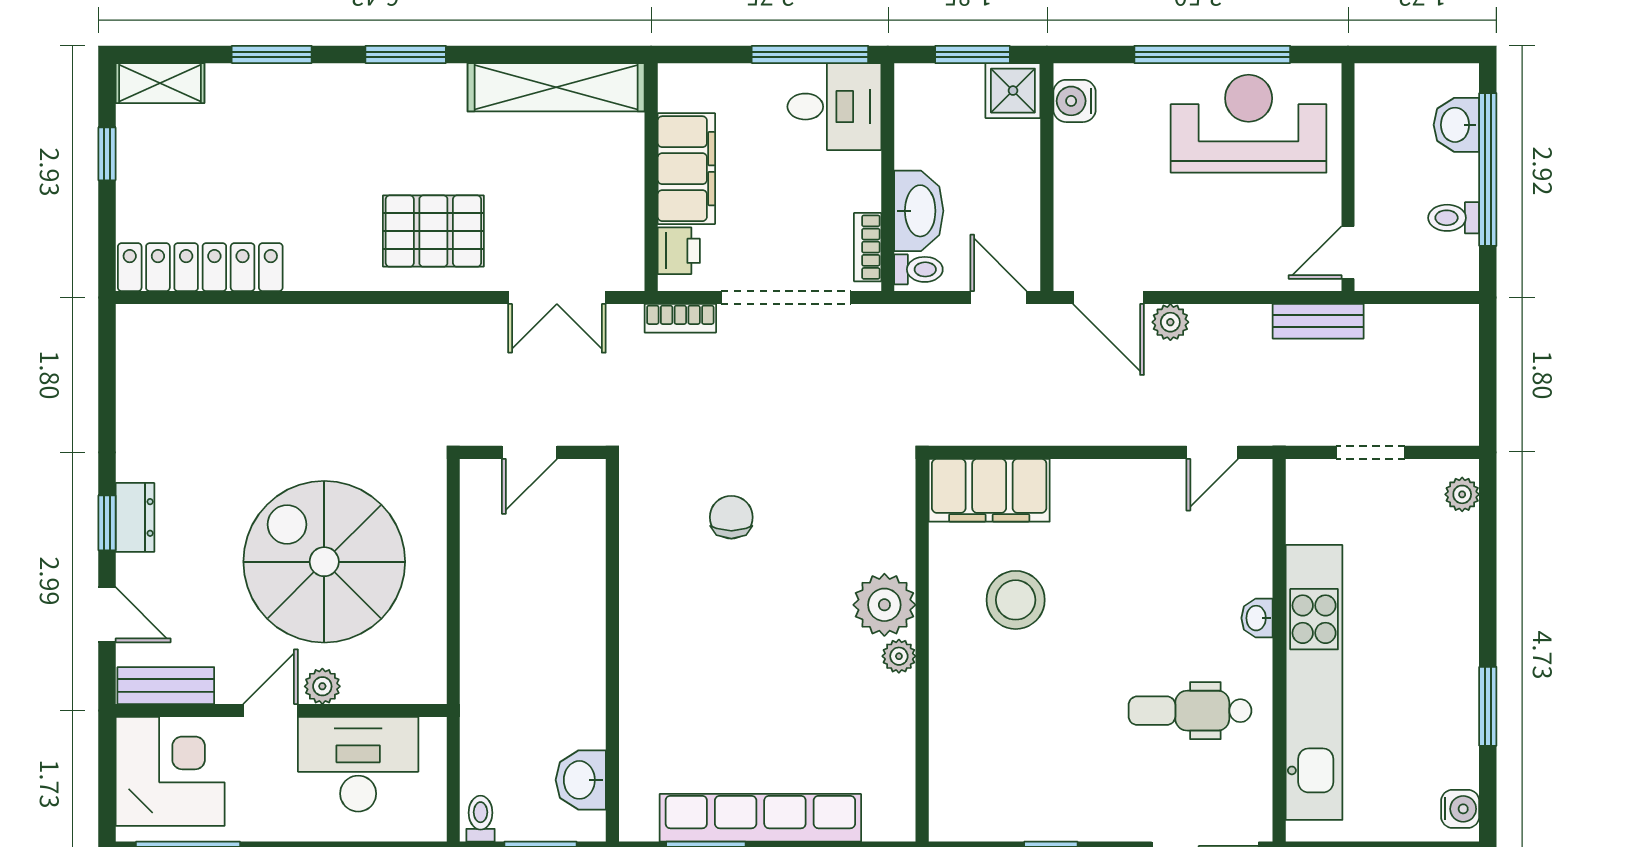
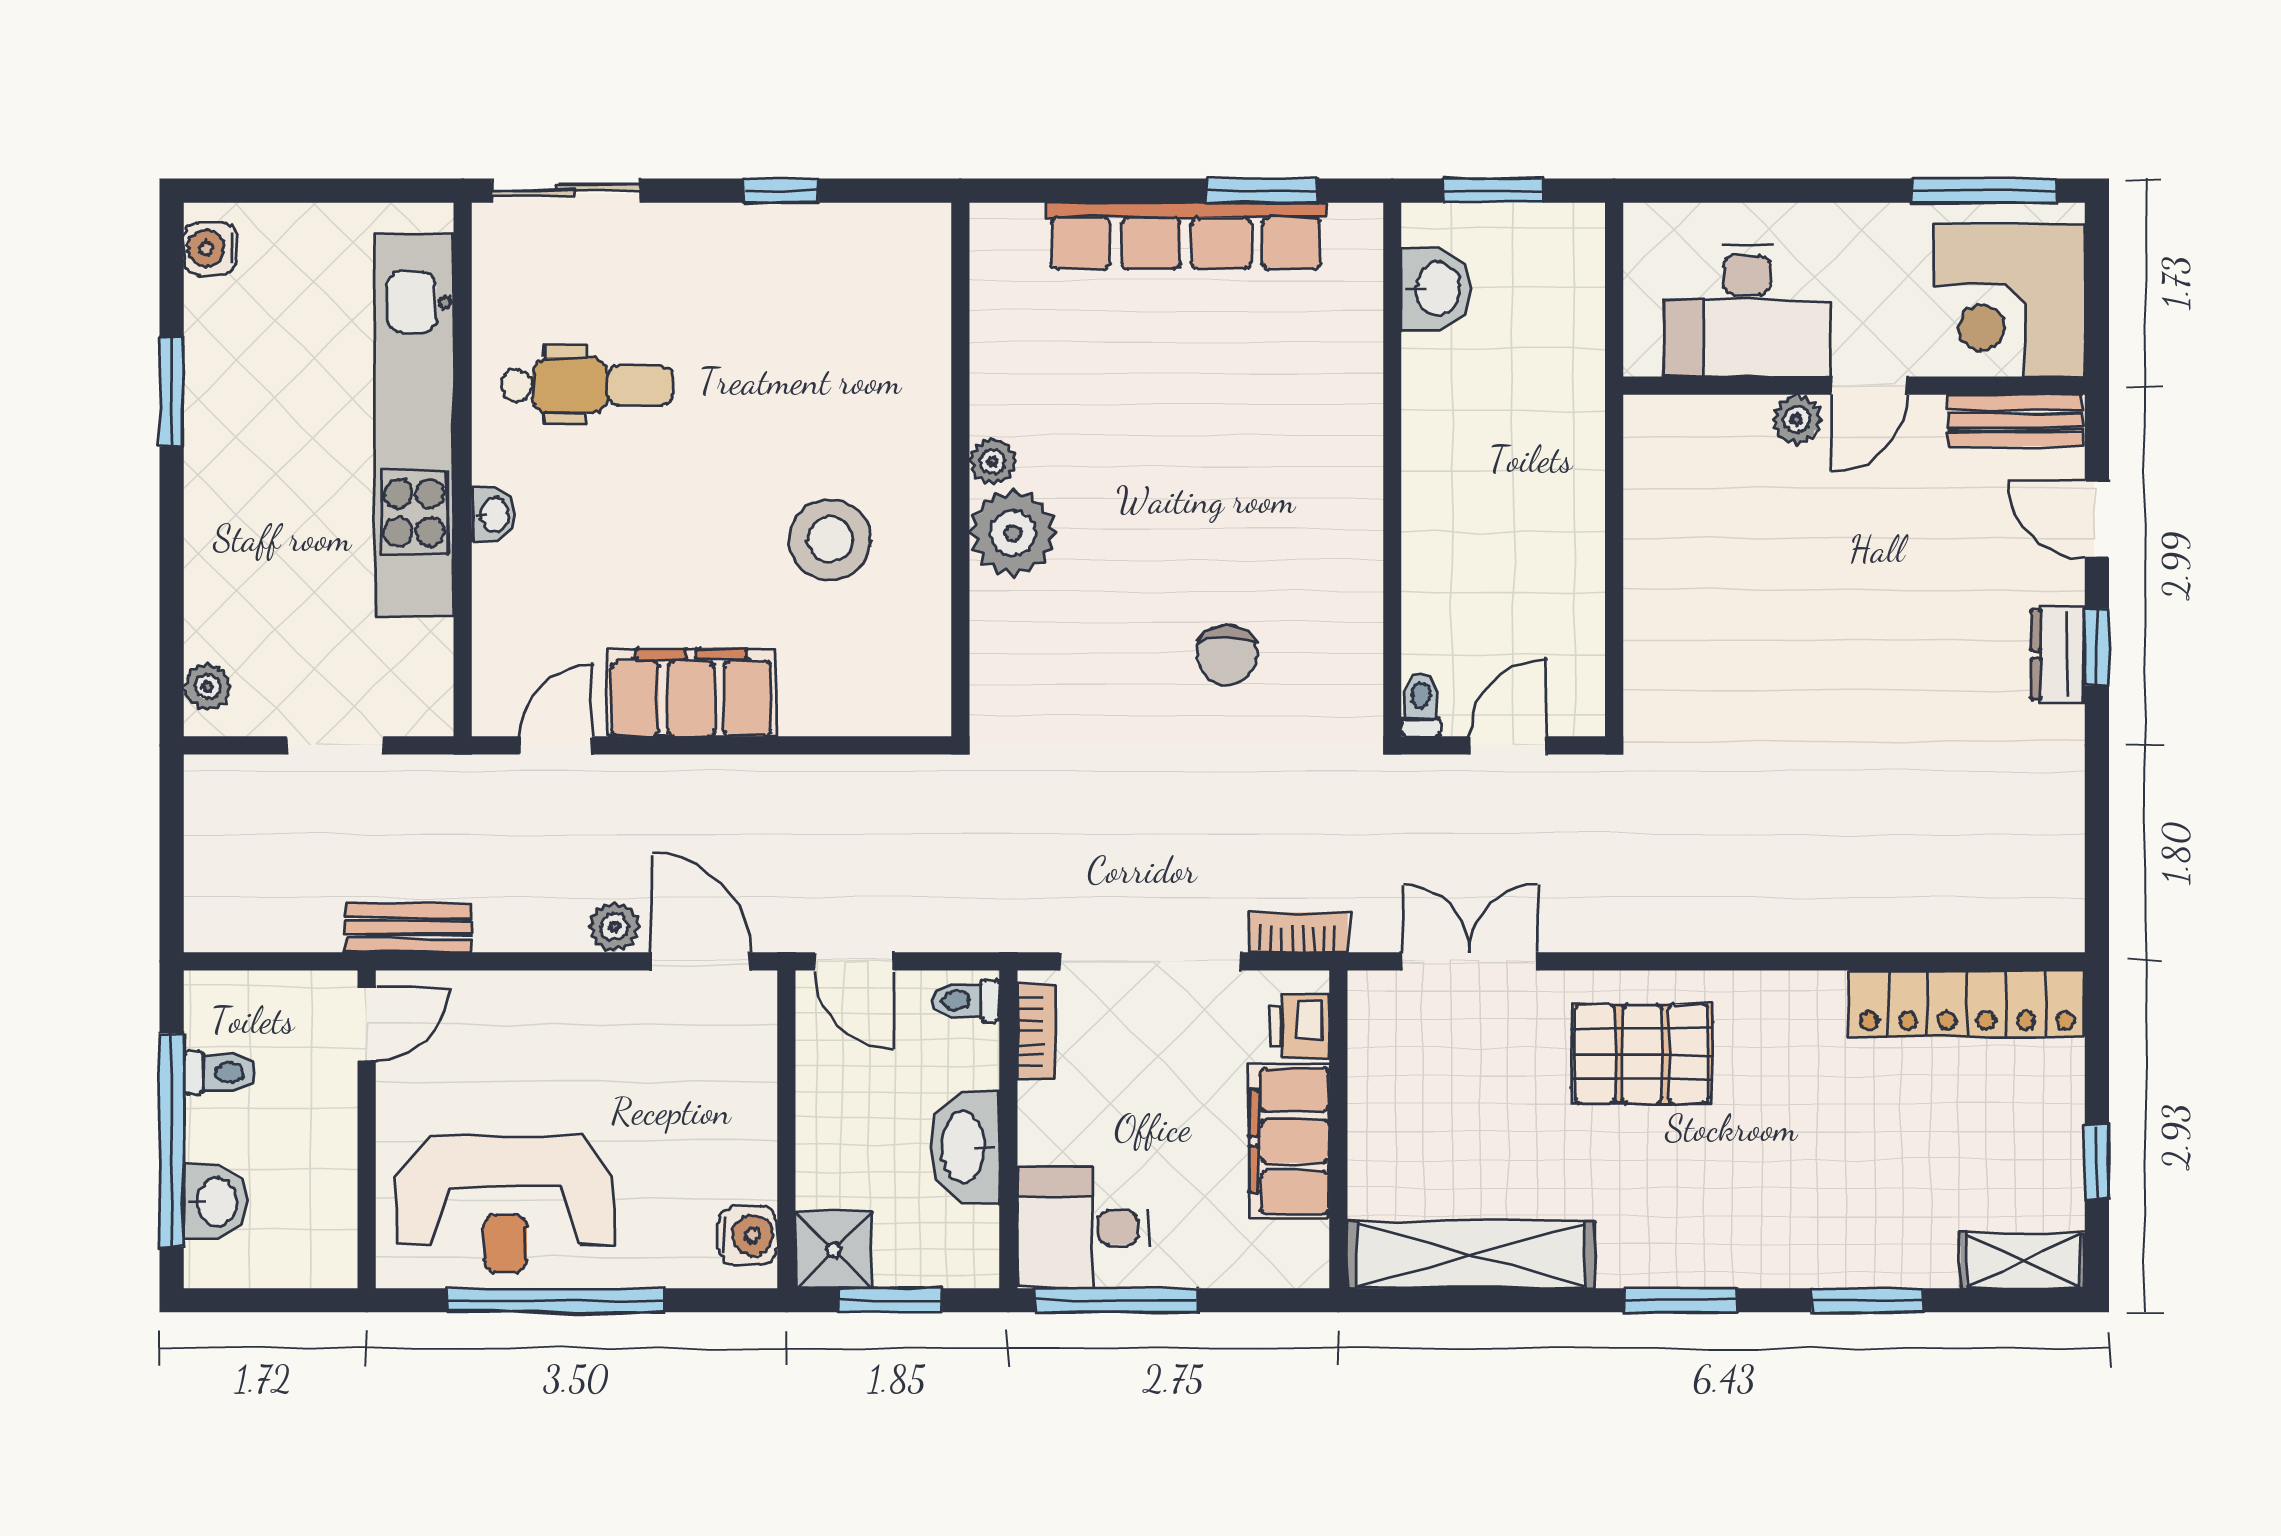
washbasin: (919, 211) -> (965, 1147), moved
filing cabinet: (989, 490) -> (691, 693), moved
spiral stairs: (324, 562) -> (1794, 593), removed
toilet: (481, 819) -> (1421, 704), moved, turned 180

